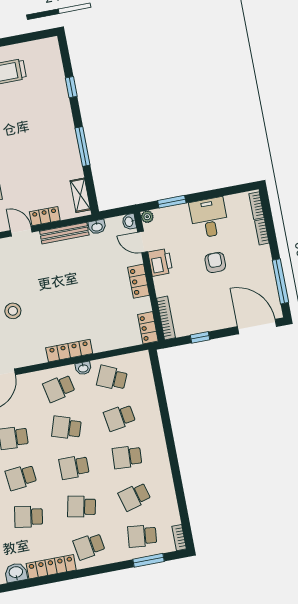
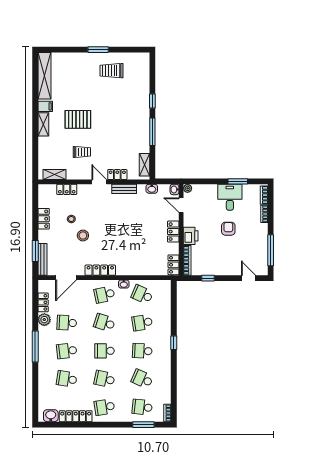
window: (71, 87) -> (152, 101), moved
window: (172, 202) -> (238, 181), moved
bench: (64, 233) -> (124, 189), width x0.73
printer: (160, 262) -> (191, 236), moved
door: (257, 326) -> (249, 278), width x0.53
locker: (69, 351) -> (100, 270), moved
window: (169, 437) -> (174, 343), added
school desk: (135, 497) -> (142, 379), turned 39

